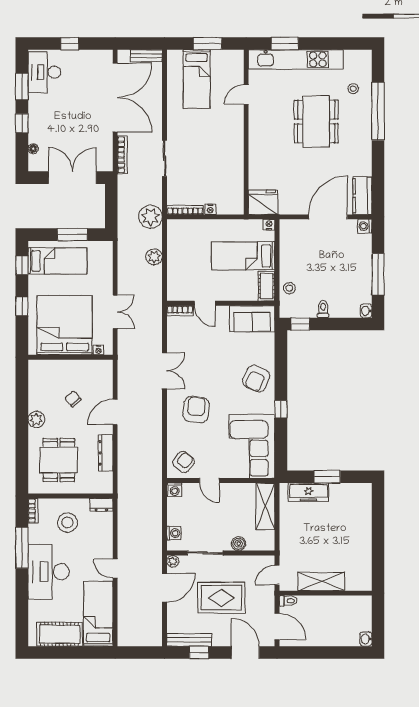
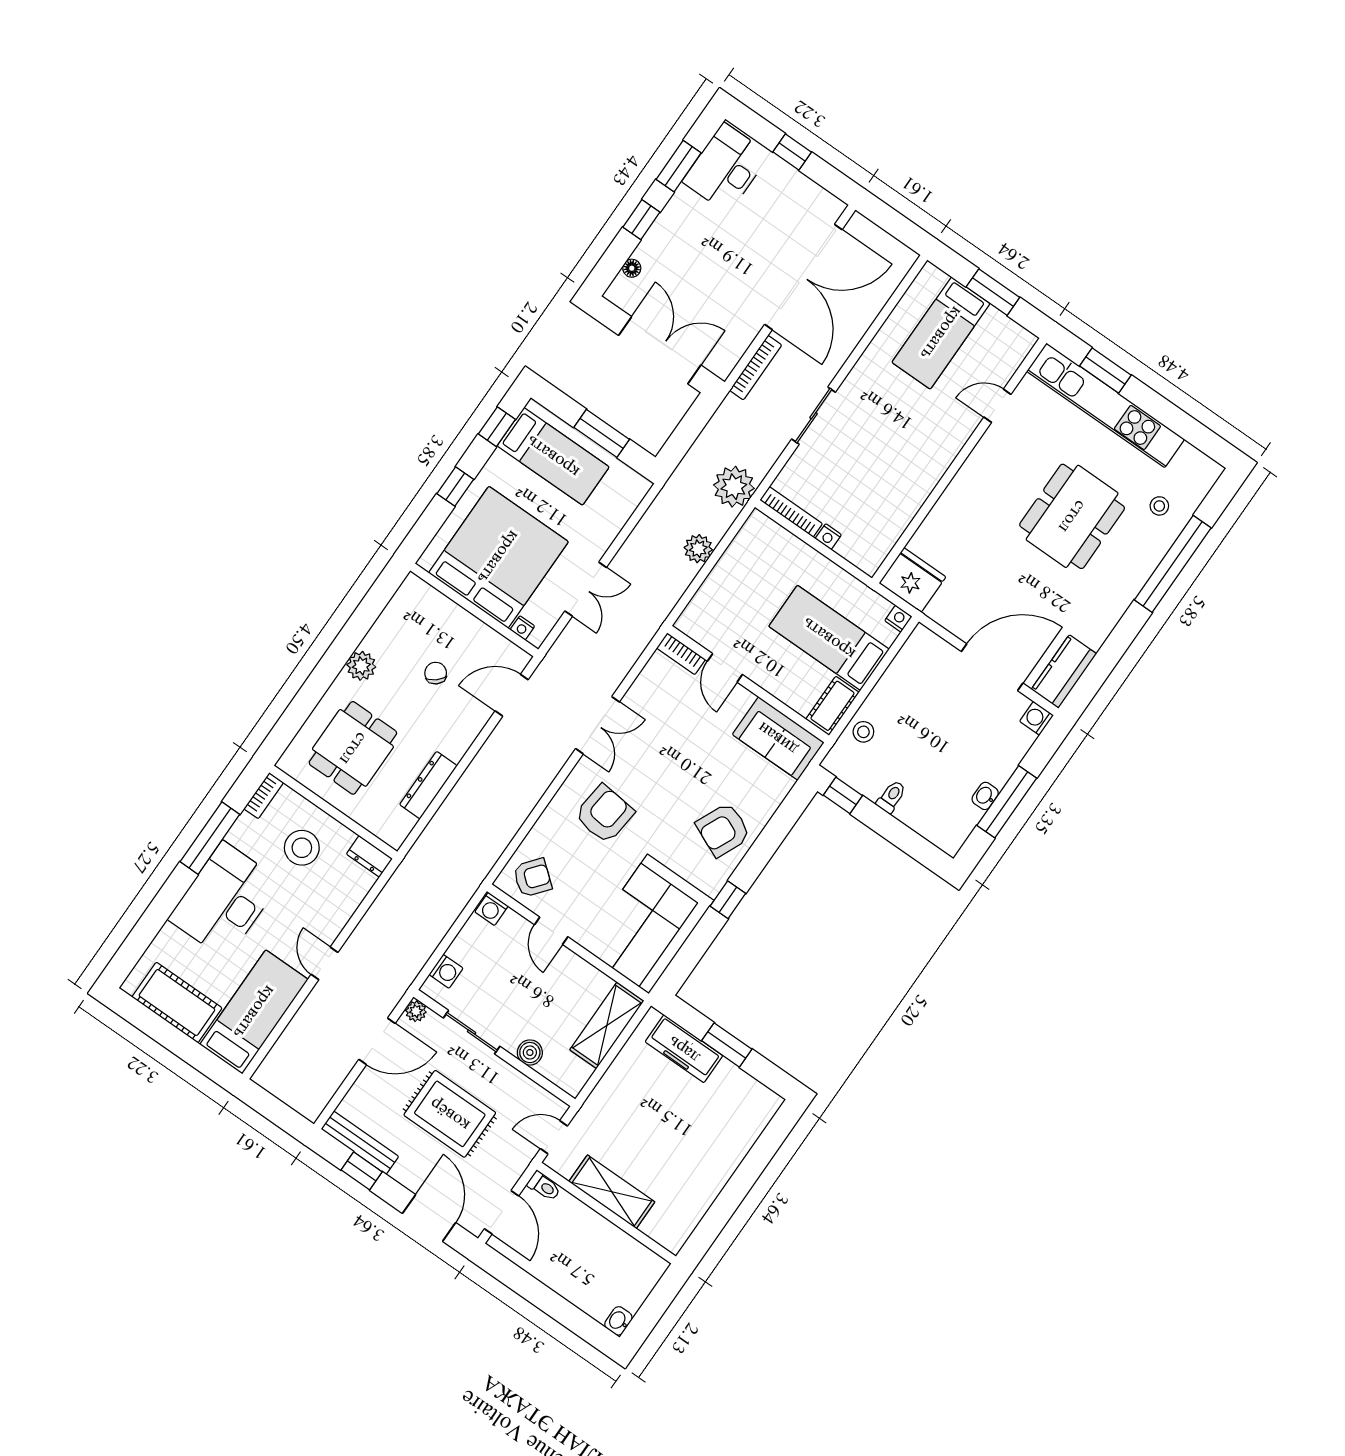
bench: (146, 56) -> (891, 248), removed
washbasin: (366, 311) -> (985, 796), moved
door: (115, 412) -> (512, 695), moved

